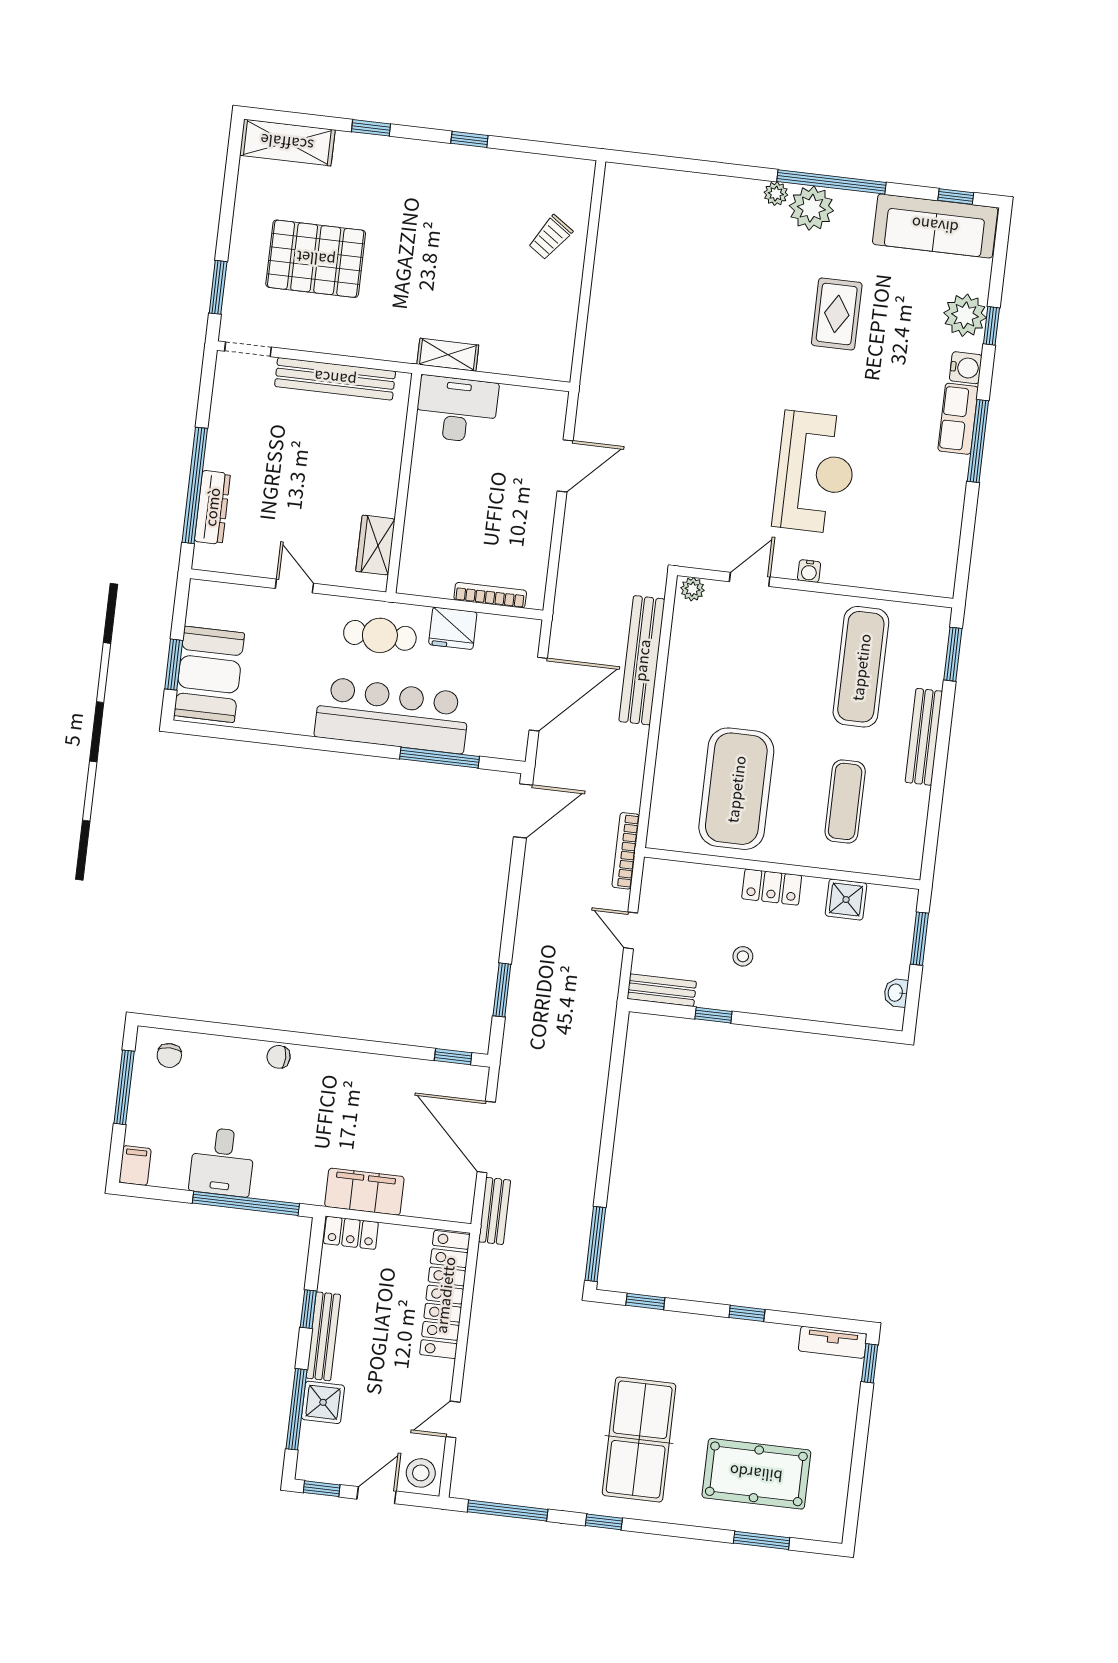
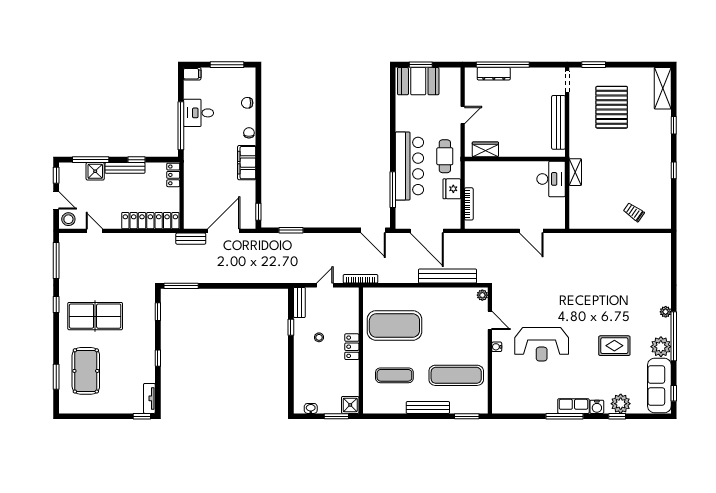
plant: (811, 208) -> (661, 347), moved
shower: (846, 900) -> (350, 405), moved
chair: (169, 1055) -> (247, 103), moved
filing cabinet: (364, 1192) -> (247, 163), moved, turned 180

